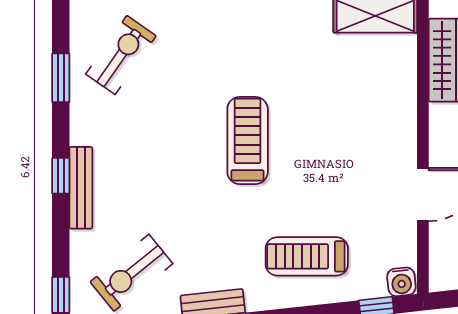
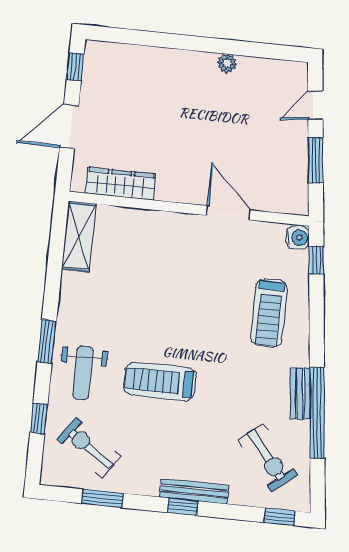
weight bench: (211, 38) -> (83, 373), added
treadmill: (248, 140) -> (160, 381), moved

